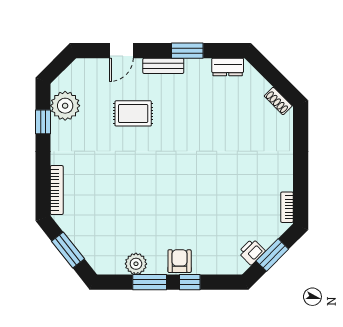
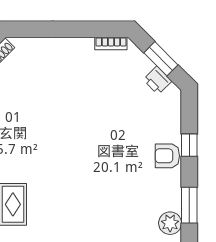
plant: (136, 264) -> (170, 223), moved
window: (150, 282) -> (189, 205), moved

